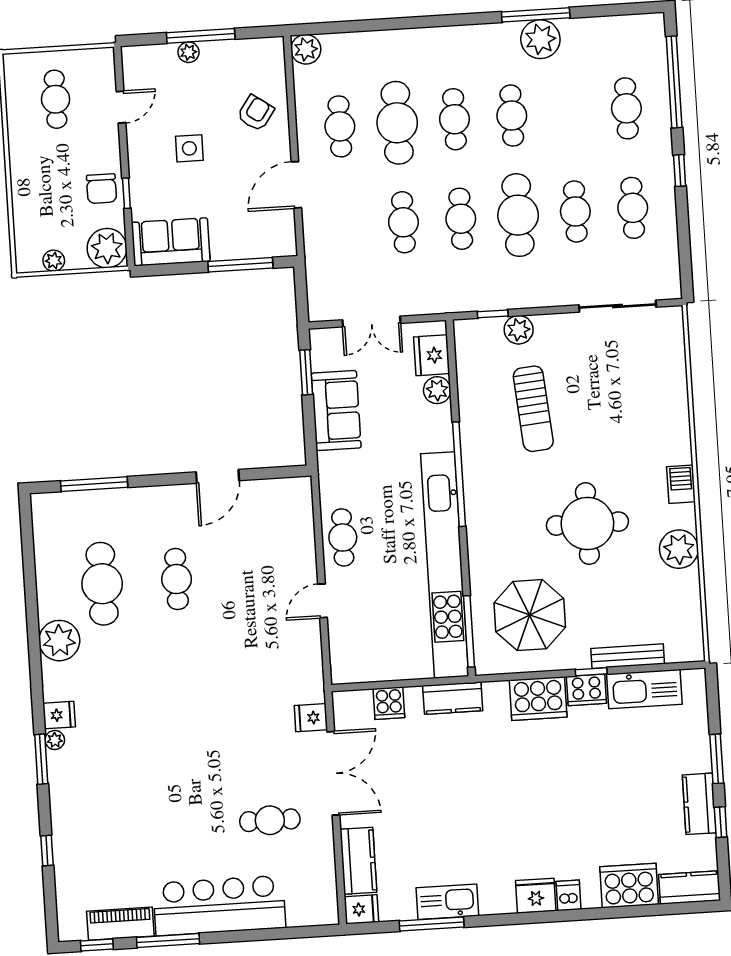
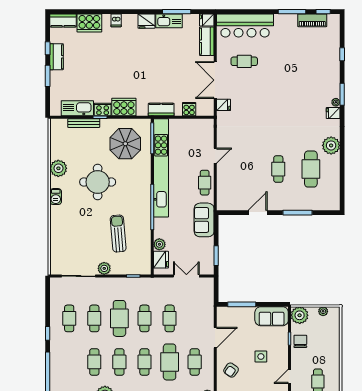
cafe table: (626, 108) -> (94, 362), moved
plant: (519, 330) -> (104, 268), moved
sofa: (336, 411) -> (204, 220), moved
window: (94, 484) -> (297, 213), moved
fridge: (536, 896) -> (147, 21), moved
bar counter: (219, 906) -> (245, 26), moved

